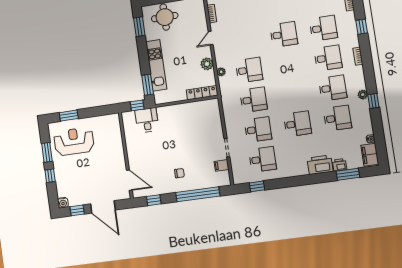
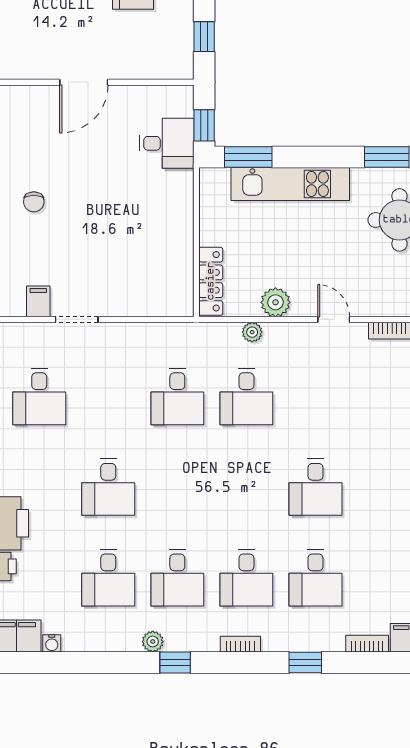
window: (373, 101) -> (175, 662), moved
window: (100, 111) -> (204, 37), added
desk: (258, 129) -> (108, 397), removed
door: (129, 180) -> (84, 82), moved

